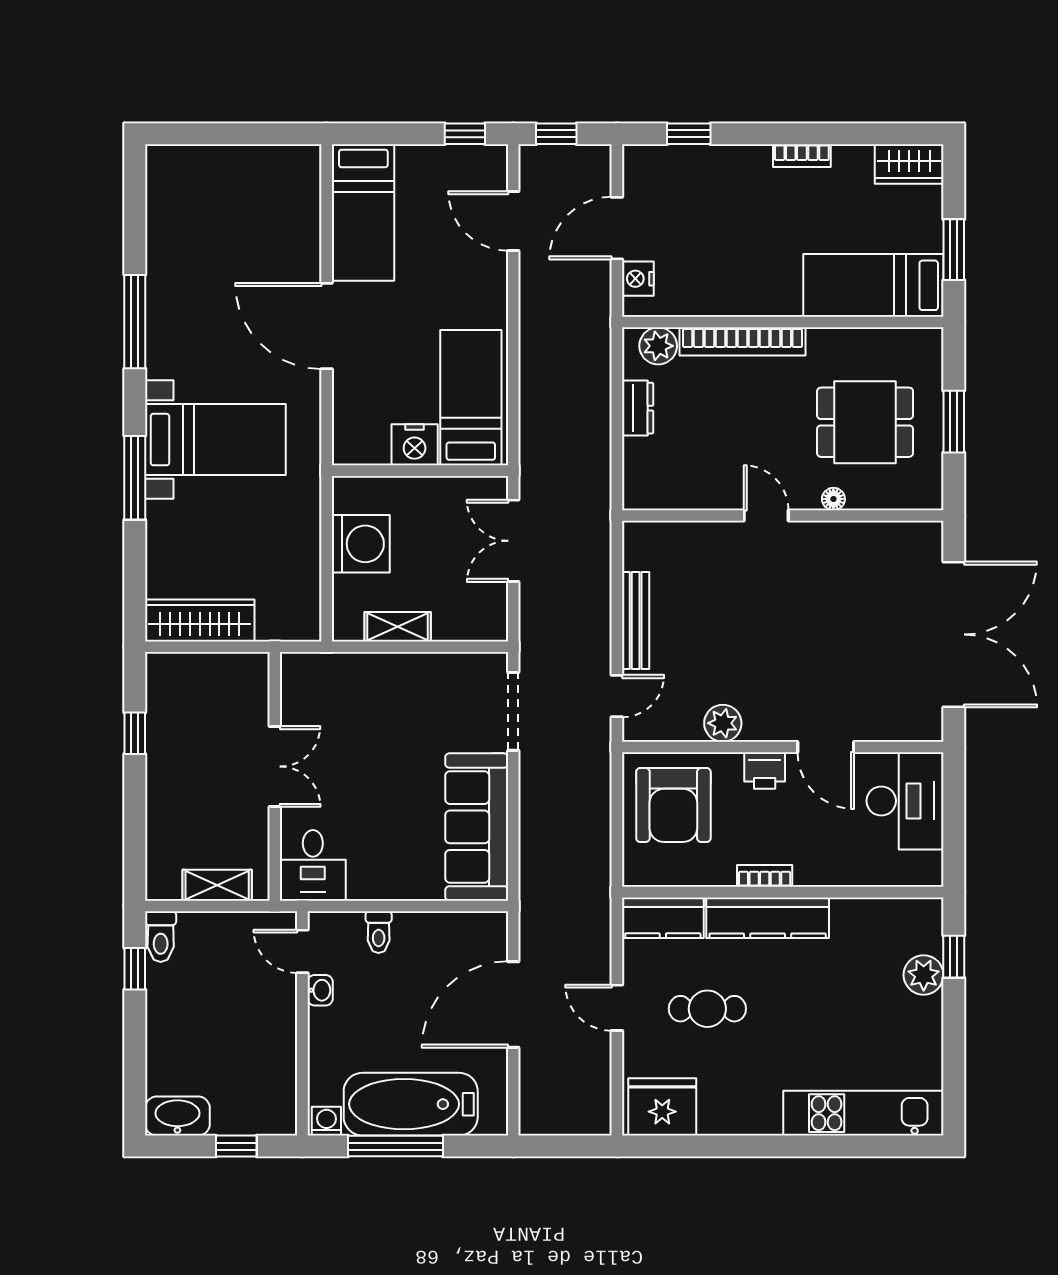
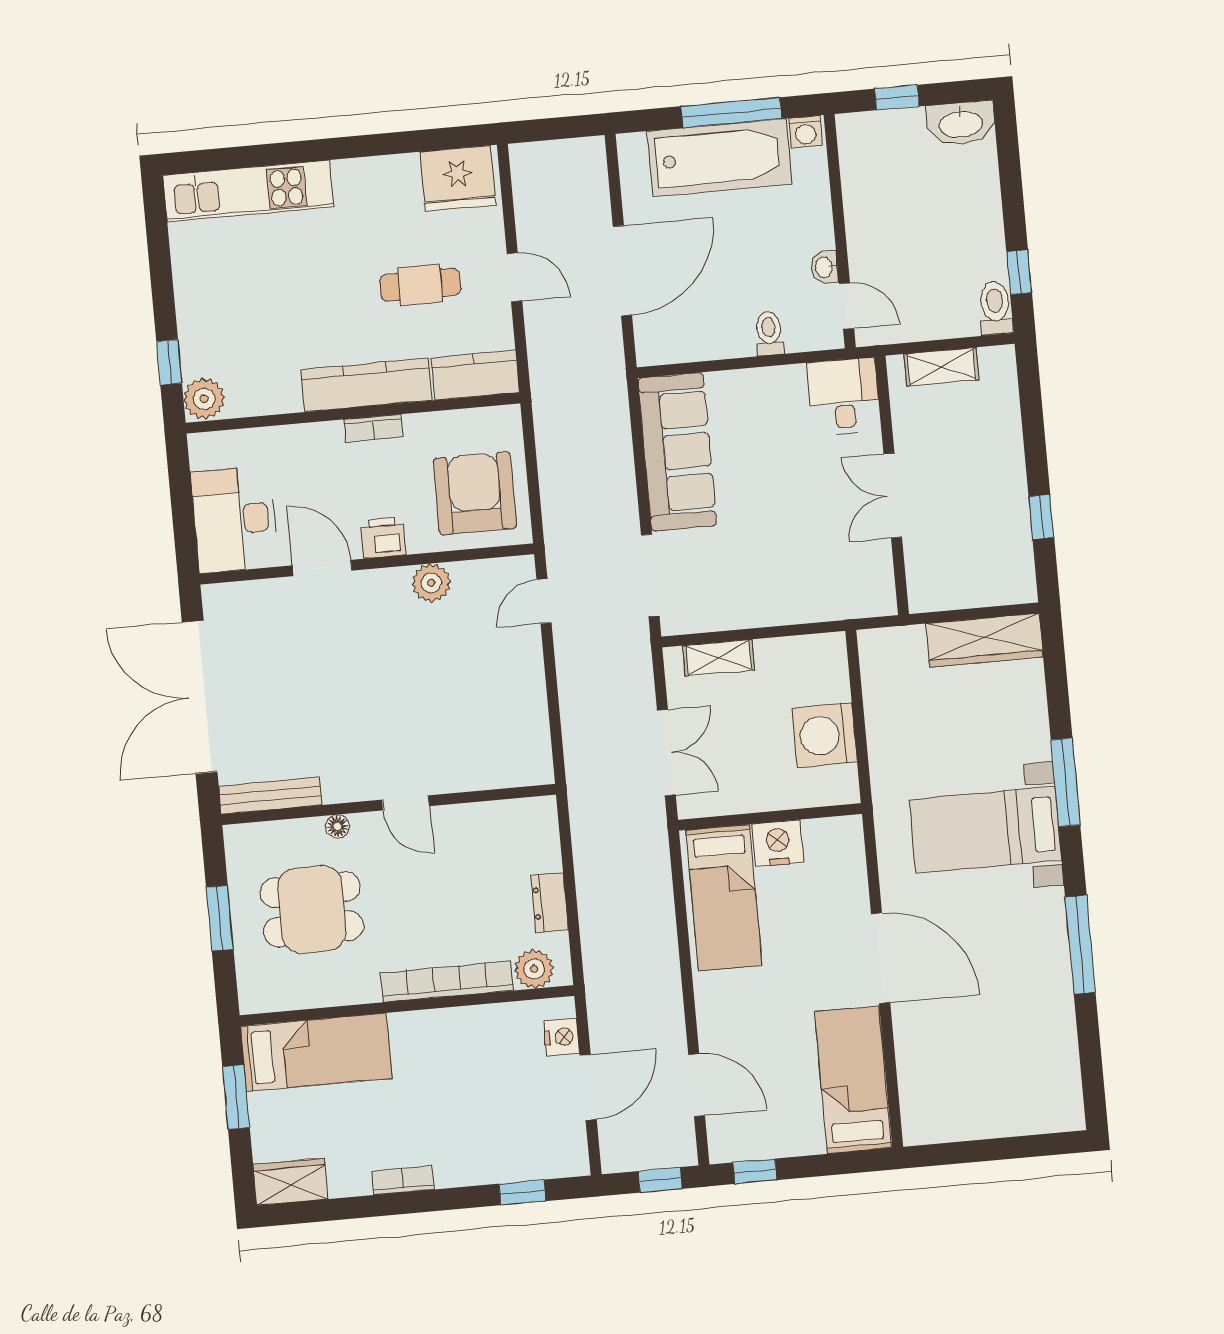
bench: (636, 621) -> (270, 796), moved, turned 90
shelving: (398, 627) -> (718, 658), moved
plant: (924, 975) -> (204, 399), moved

